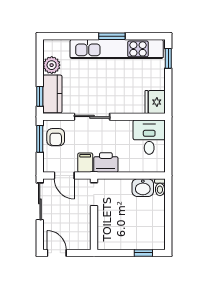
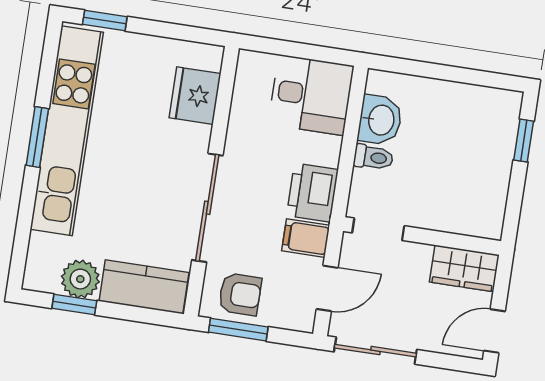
window: (40, 96) -> (74, 305), moved
fridge: (155, 102) -> (195, 96), moved, turned 90
sliding door: (92, 117) -> (207, 208), width x1.37
desk: (149, 137) -> (311, 95), moved, turned 180
toilet: (160, 187) -> (373, 157), moved
wardrobe: (82, 235) -> (464, 268), added

